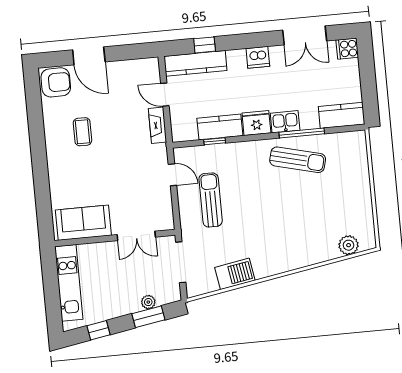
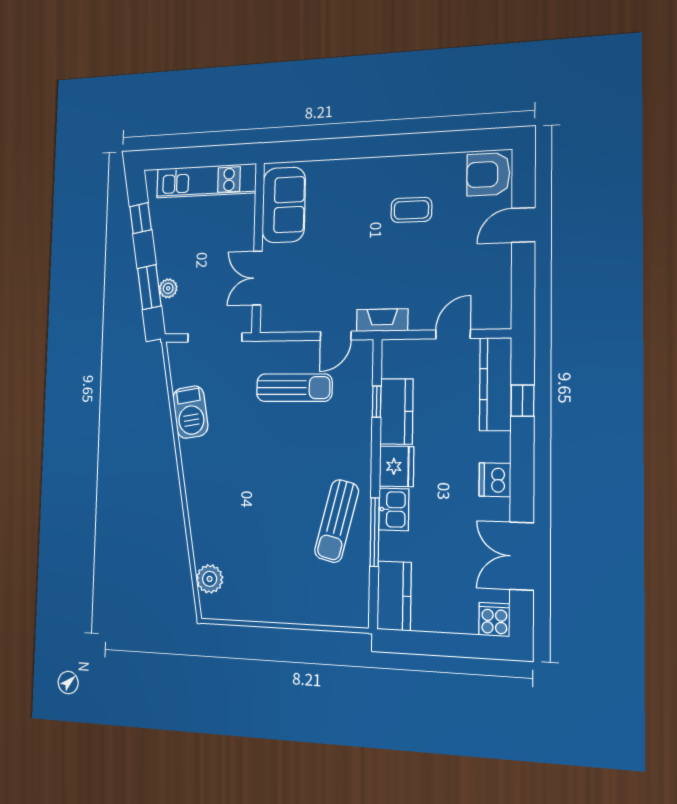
door: (89, 56) -> (523, 225), width x0.73
armchair: (56, 82) -> (488, 174), turned 90
fireplace: (157, 125) -> (382, 320), moved

